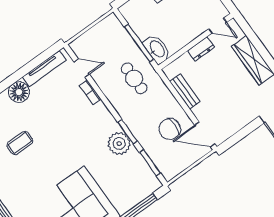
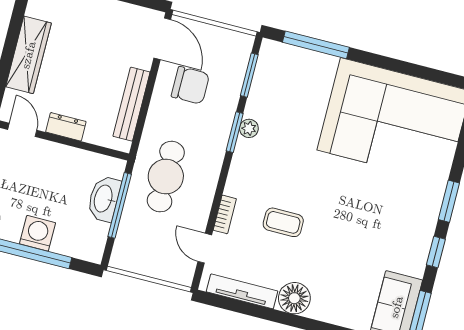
washbasin: (157, 49) -> (104, 199), moved
cafe table: (134, 78) -> (166, 177), width x1.37, depth x1.35
bench: (185, 91) -> (131, 104), width x1.36
coffee table: (20, 143) -> (283, 222), moved
plant: (119, 143) -> (249, 128), width x0.53, depth x0.53

